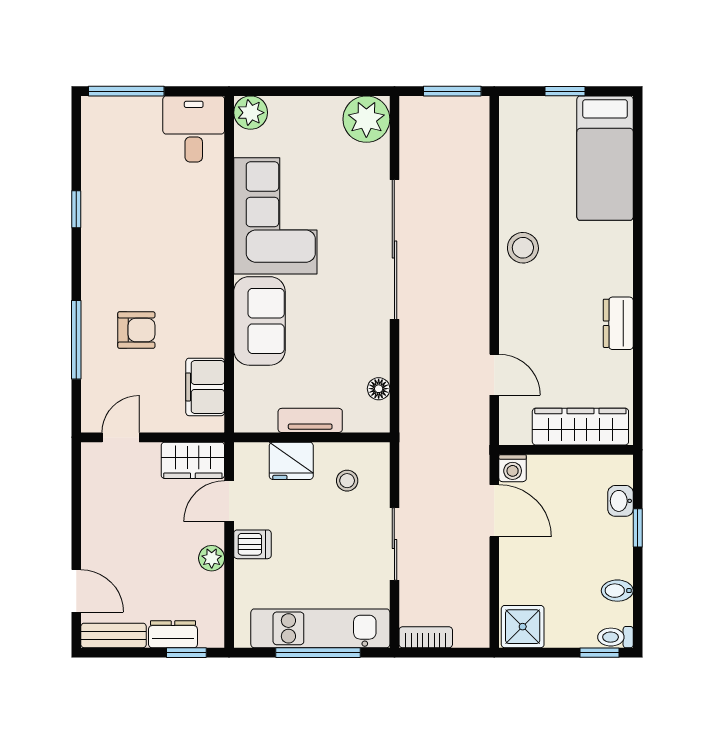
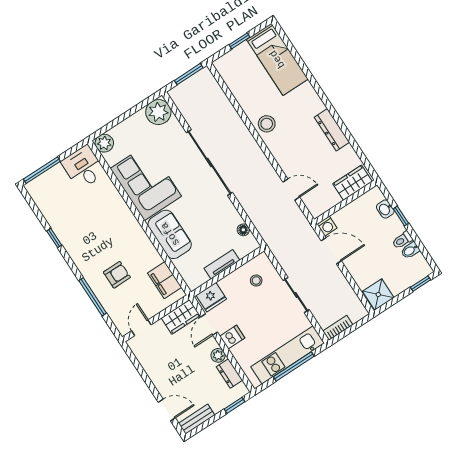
dresser: (618, 323) -> (332, 130), width x1.44
wardrobe: (580, 427) -> (353, 183), width x0.67
fridge: (291, 461) -> (211, 297), moved
dresser: (173, 634) -> (229, 373), moved, turned -90
toilet: (615, 637) -> (402, 240), moved

